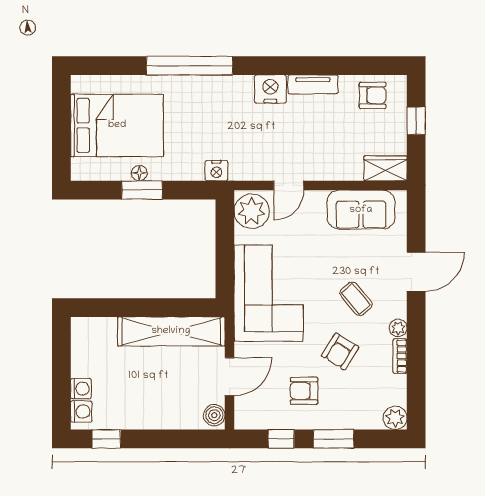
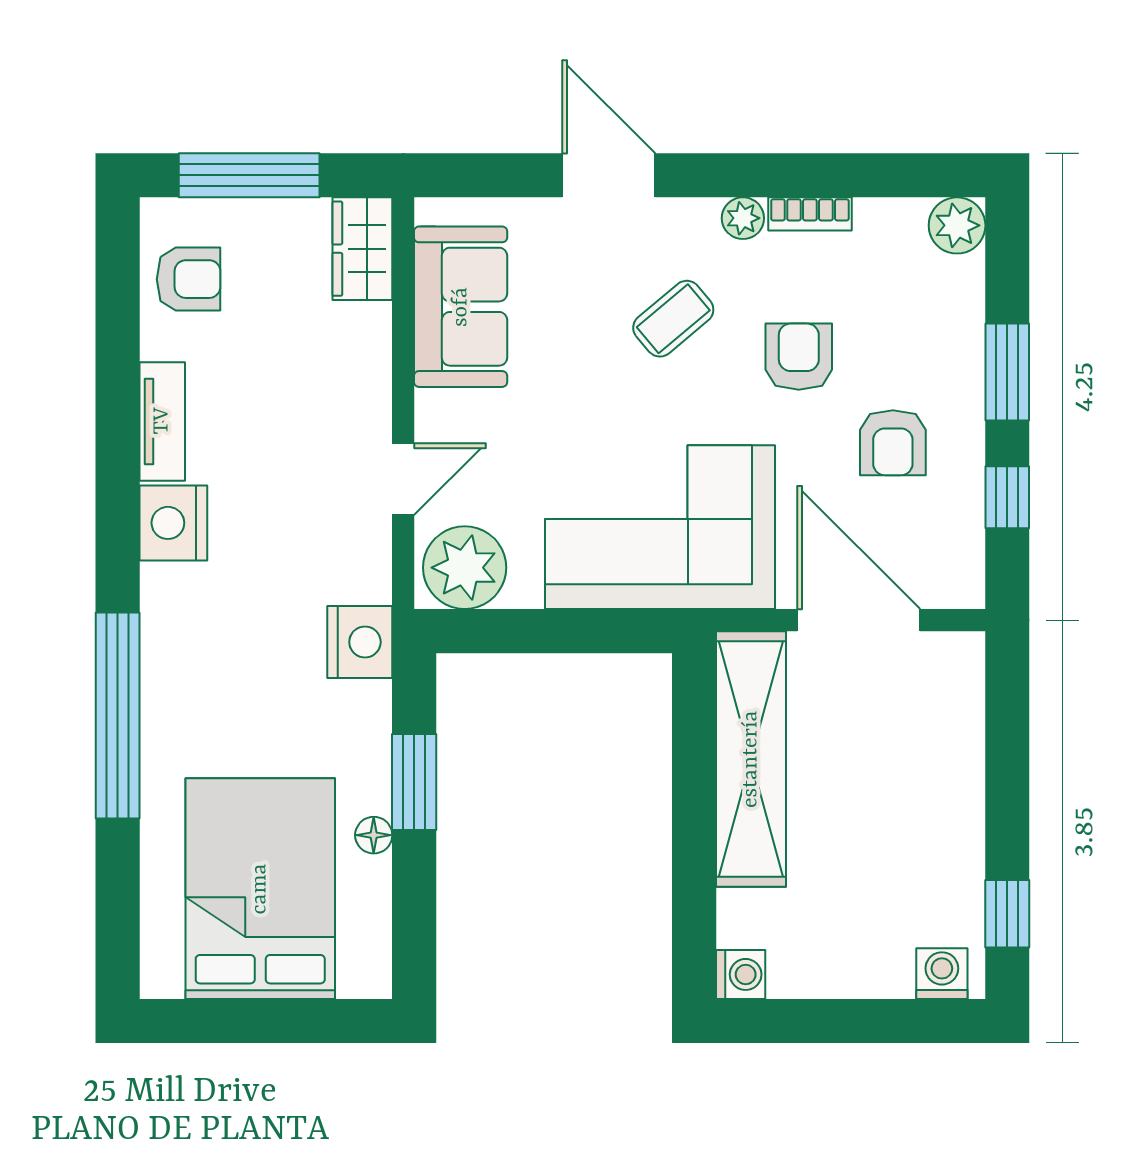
armchair: (373, 95) -> (189, 279), turned 90
window: (416, 121) -> (249, 175), width x2.17
nightstand: (216, 171) -> (360, 642), width x1.36, depth x1.33
door: (289, 185) -> (403, 479), hinge flipped
window: (142, 190) -> (414, 782), moved
armchair: (340, 351) -> (799, 357), turned -122
door: (230, 377) -> (859, 620), width x1.36
washing machine: (81, 389) -> (741, 974), moved, turned 90
boiler: (214, 415) -> (951, 657), removed

